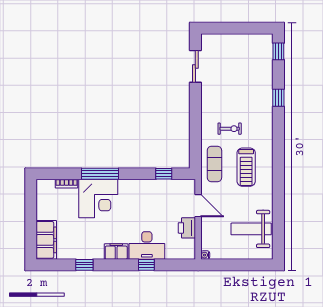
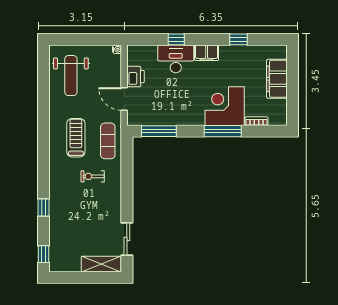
shelving: (221, 41) -> (101, 264), added
window: (164, 174) -> (159, 131), width x2.17
weight bench: (251, 229) -> (71, 76), turned 90
filing cabinet: (46, 240) -> (277, 79), moved

